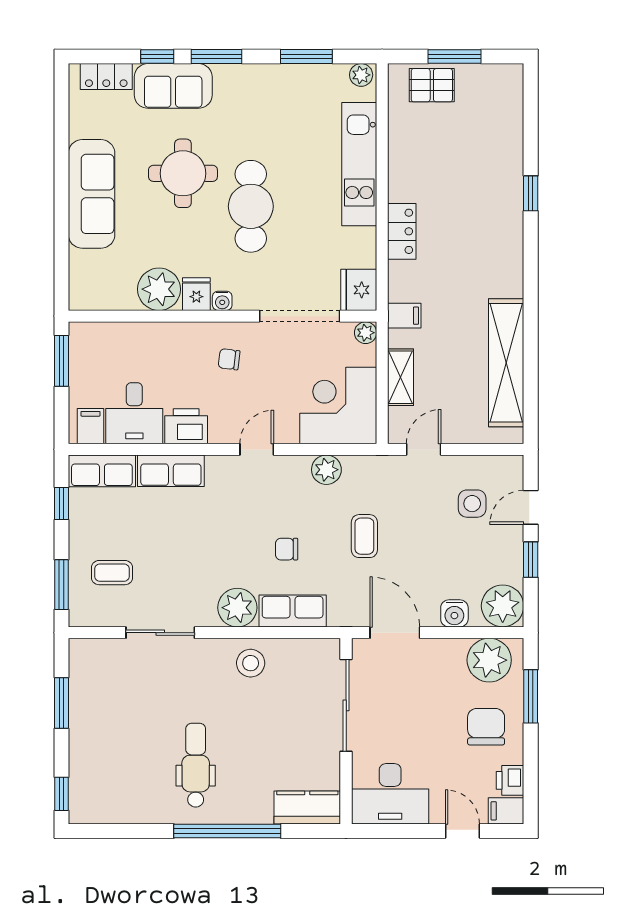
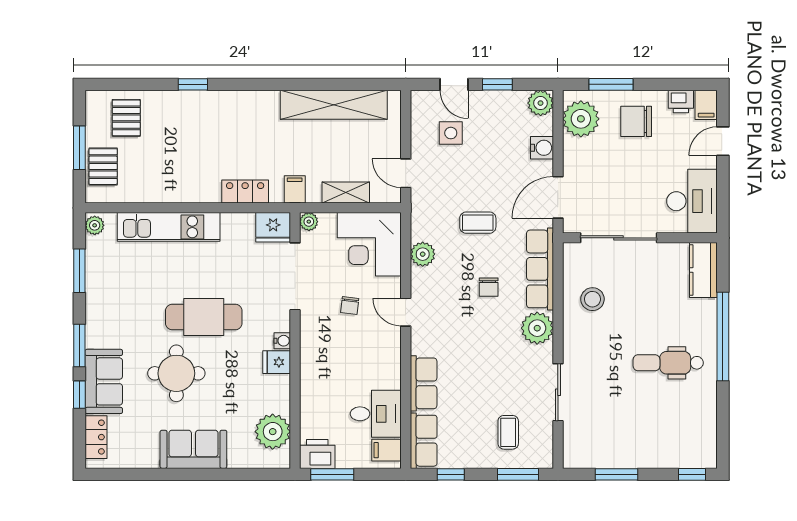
pallet: (490, 113) -> (126, 118), added
sofa: (92, 194) -> (193, 449), width x0.73
locker: (402, 231) -> (245, 191), moved
plant: (159, 289) -> (273, 432), moved
chair: (229, 359) -> (350, 305), moved
printer: (186, 426) -> (317, 454), moved, turned 90
plant: (503, 606) -> (541, 103), width x0.73, depth x0.73
row of seats: (293, 611) -> (540, 269), width x1.48
stool: (251, 663) -> (592, 299), moved

